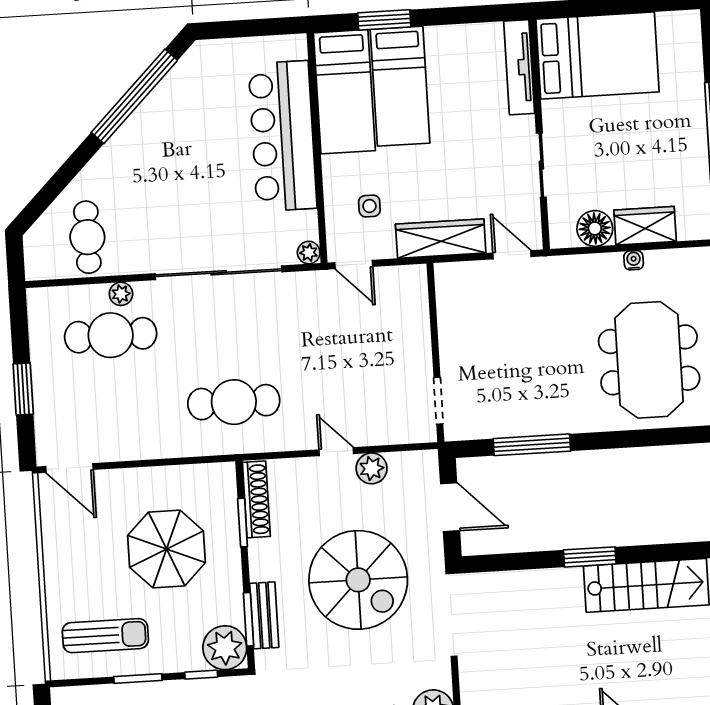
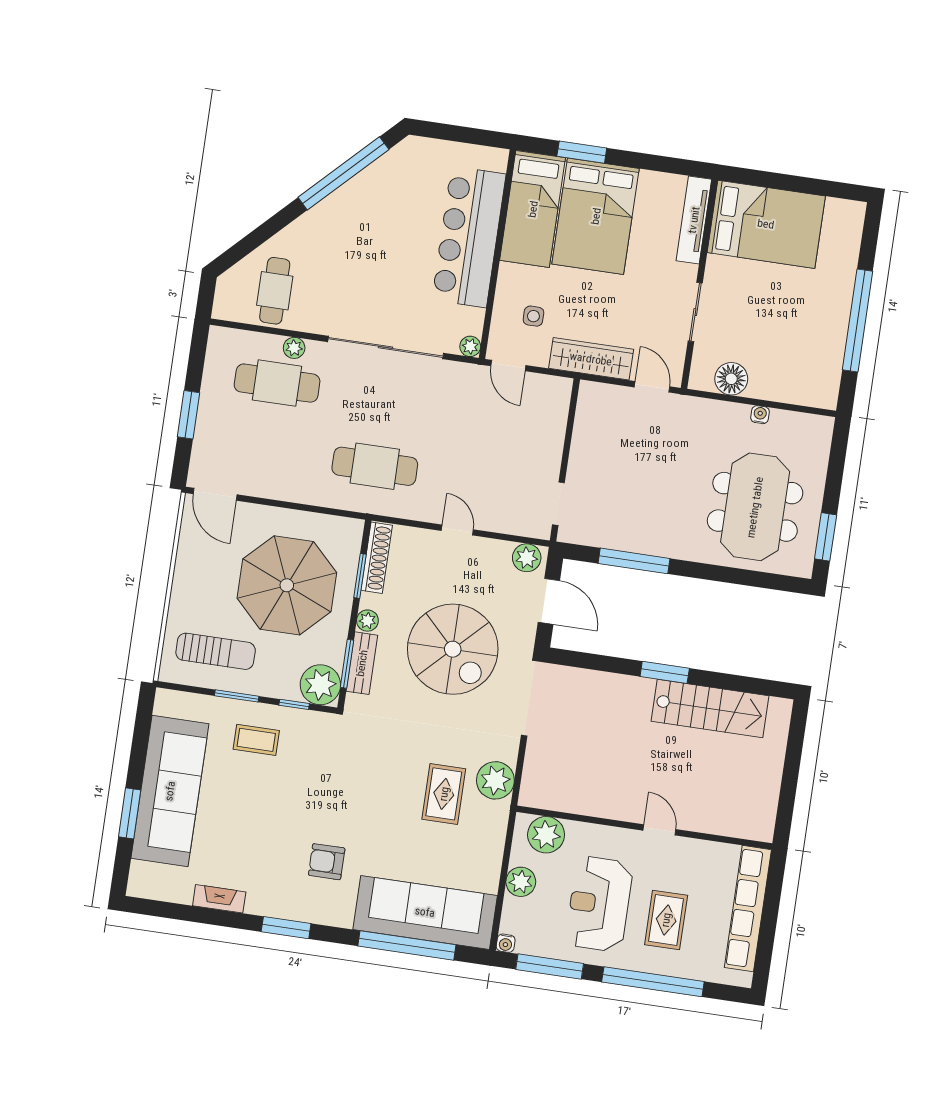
bed: (400, 86) -> (596, 216), width x1.50
wardrobe: (645, 226) -> (777, 386), removed
plant: (372, 468) -> (527, 558), moved
parasol: (167, 549) -> (287, 585), width x1.36, depth x1.36
plant: (261, 569) -> (367, 621), added

